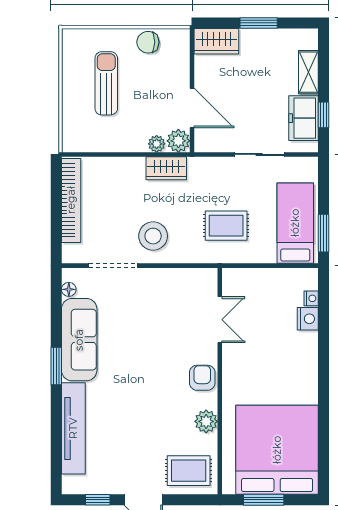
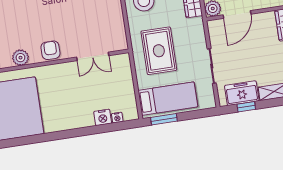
rug: (226, 226) -> (159, 51), width x1.36, depth x1.43
armchair: (202, 378) -> (50, 50), turned -90

